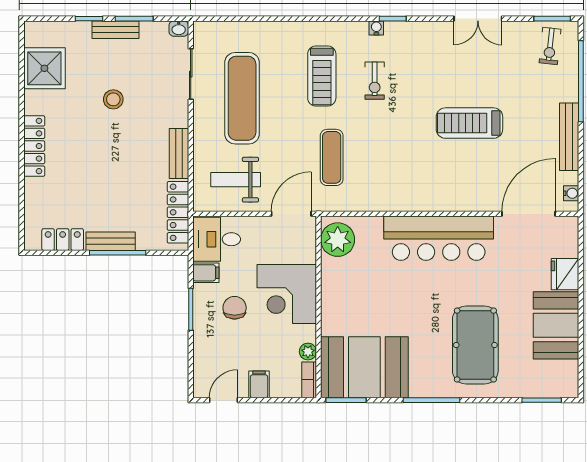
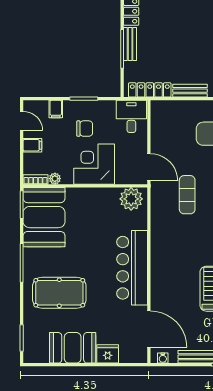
exercise mat: (332, 157) -> (187, 195), turned 90
weight bench: (236, 180) -> (172, 129), removed
filing cabinet: (206, 273) -> (56, 109), moved

